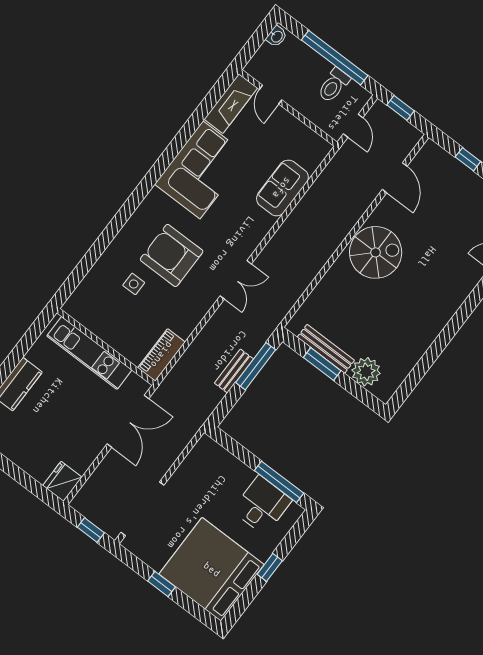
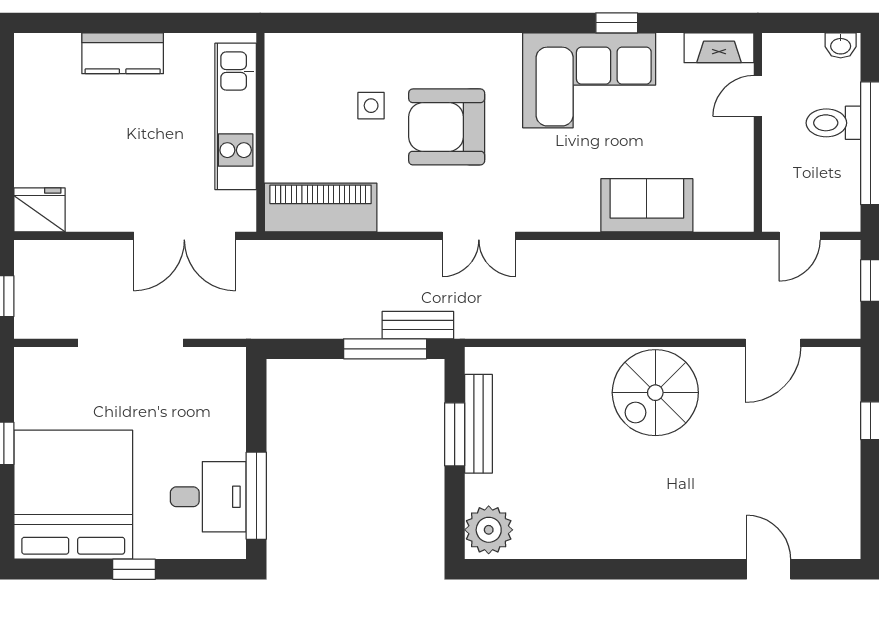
toilet: (334, 85) -> (833, 123), moved
fireplace: (231, 104) -> (719, 48), width x0.73, depth x0.76
window: (184, 136) -> (617, 23), added
spiral stairs: (376, 252) -> (655, 393), turned 90
armchair: (172, 255) -> (447, 127), turned -90
piano: (162, 355) -> (321, 208), width x1.37, depth x1.33
bench: (234, 371) -> (418, 325), moved
plant: (366, 372) -> (489, 530), moved
doorway: (142, 509) -> (131, 343), moved

